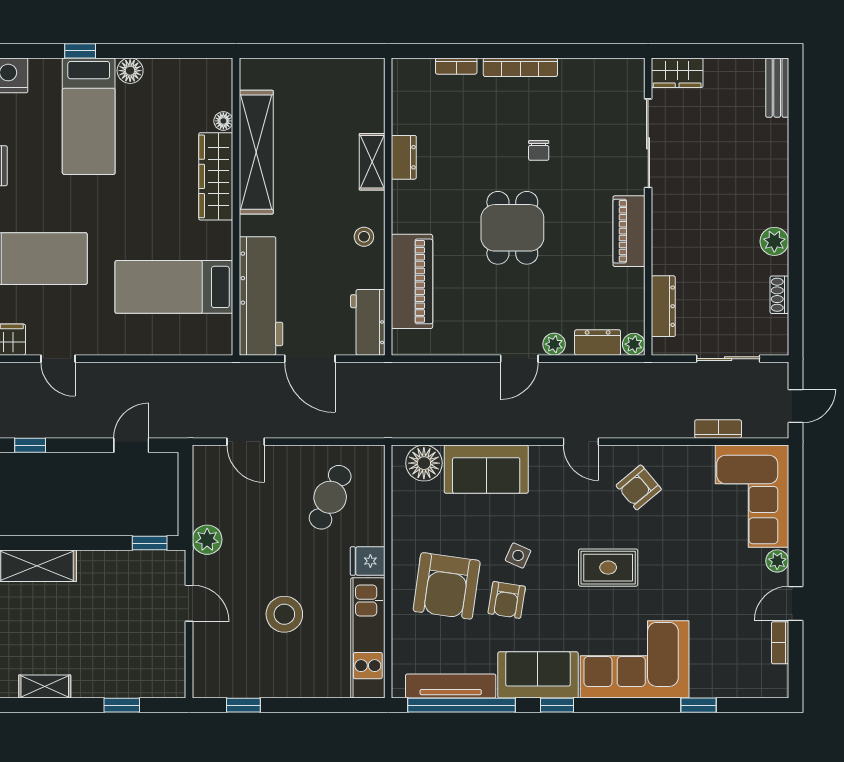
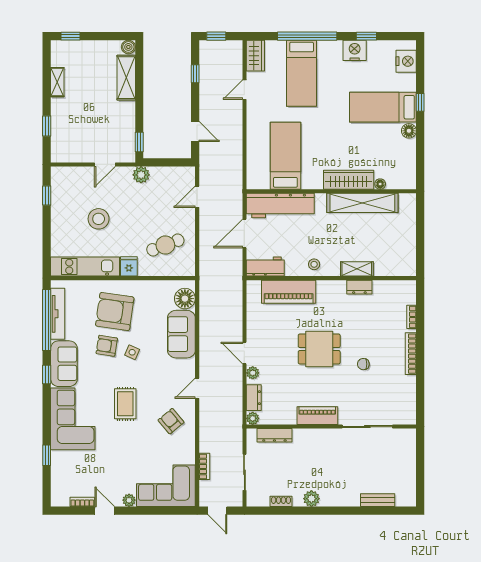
wardrobe: (677, 73) -> (408, 443), removed
bench: (777, 88) -> (378, 500), moved
cafe table: (330, 497) -> (165, 245), turned -45

